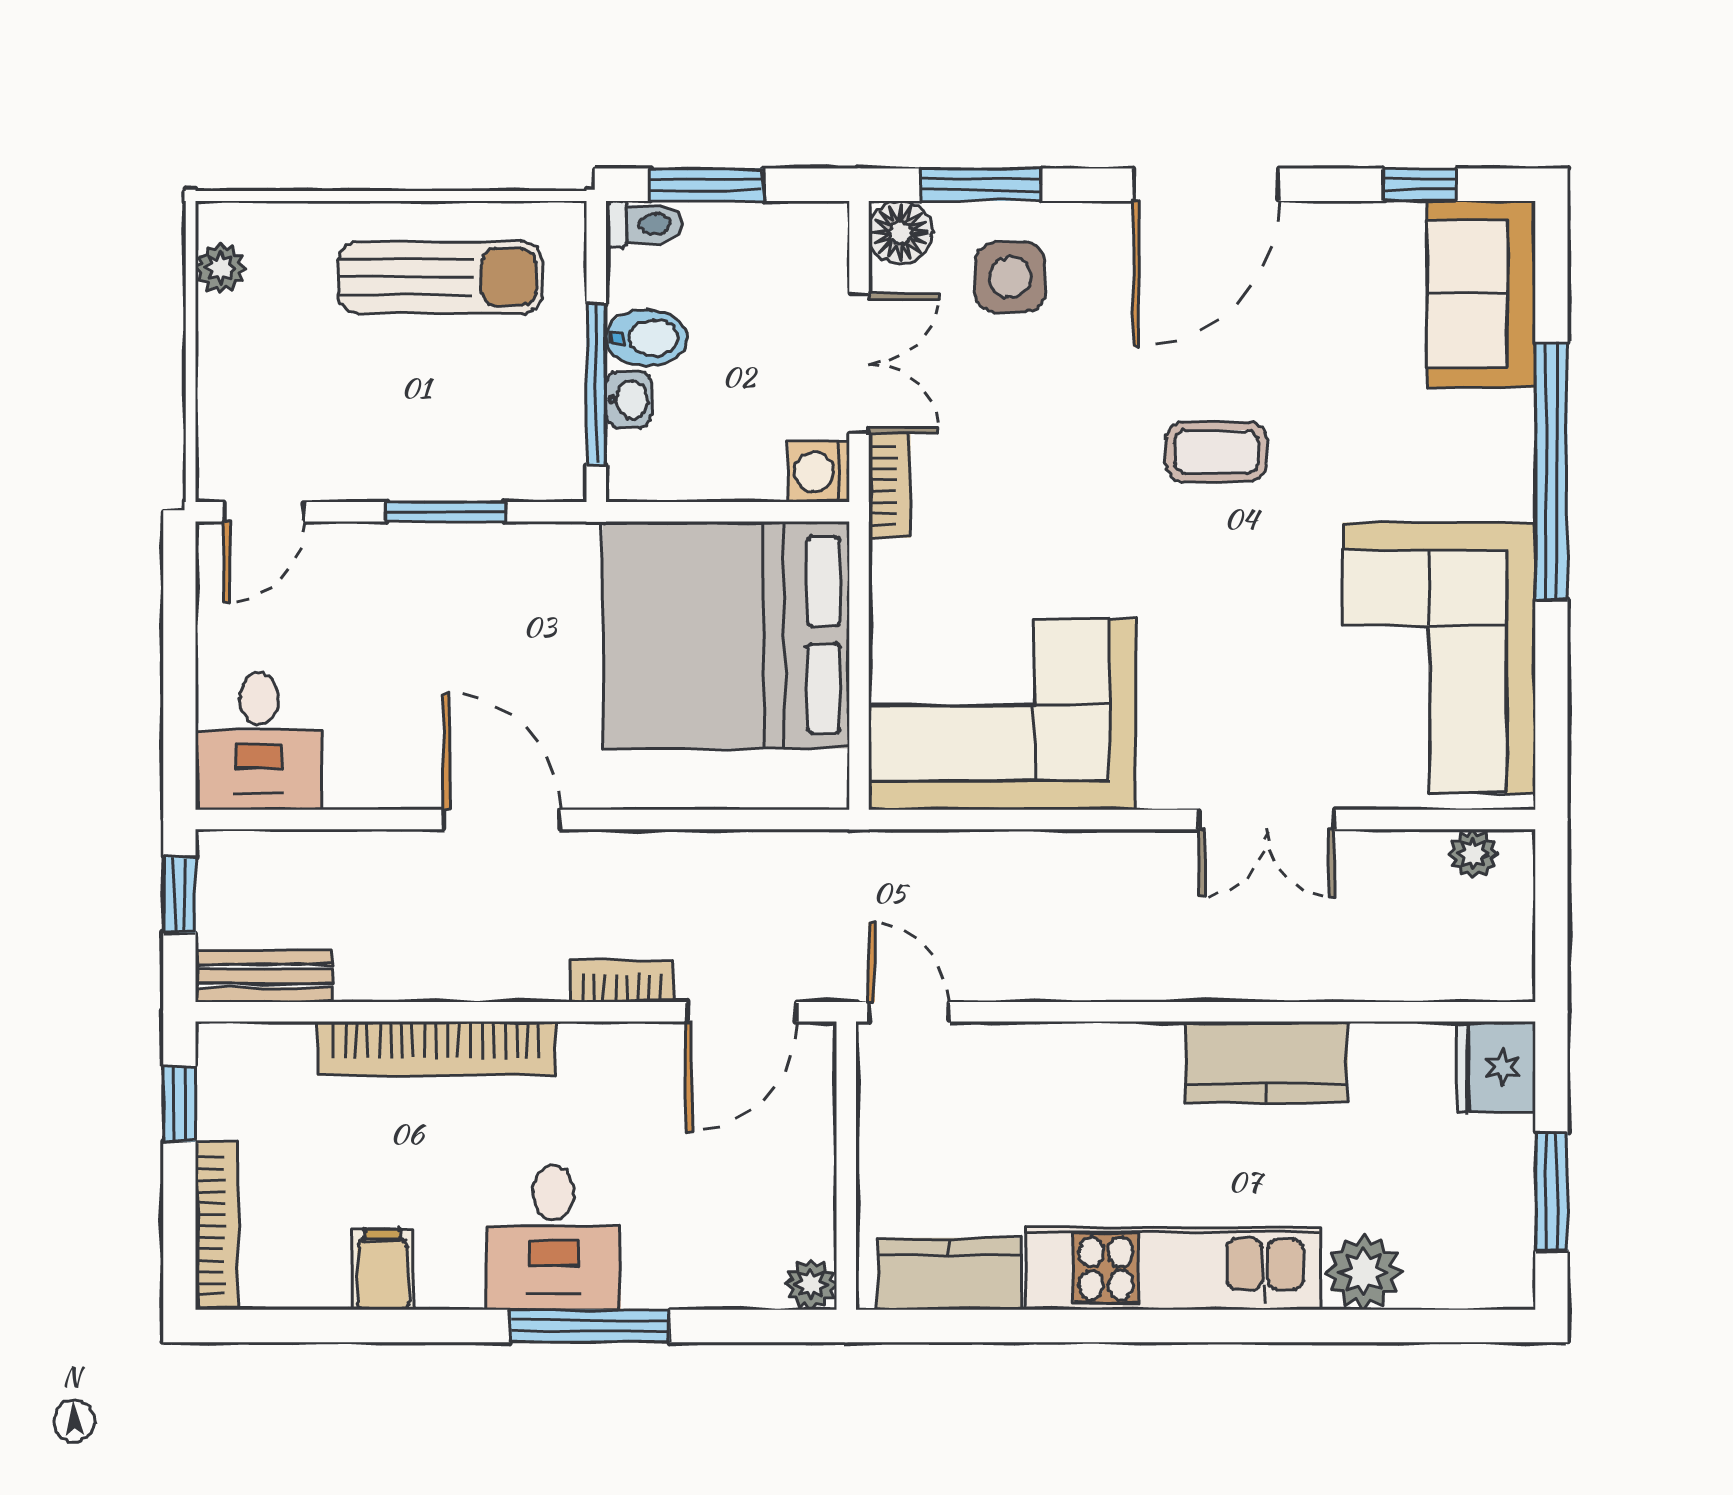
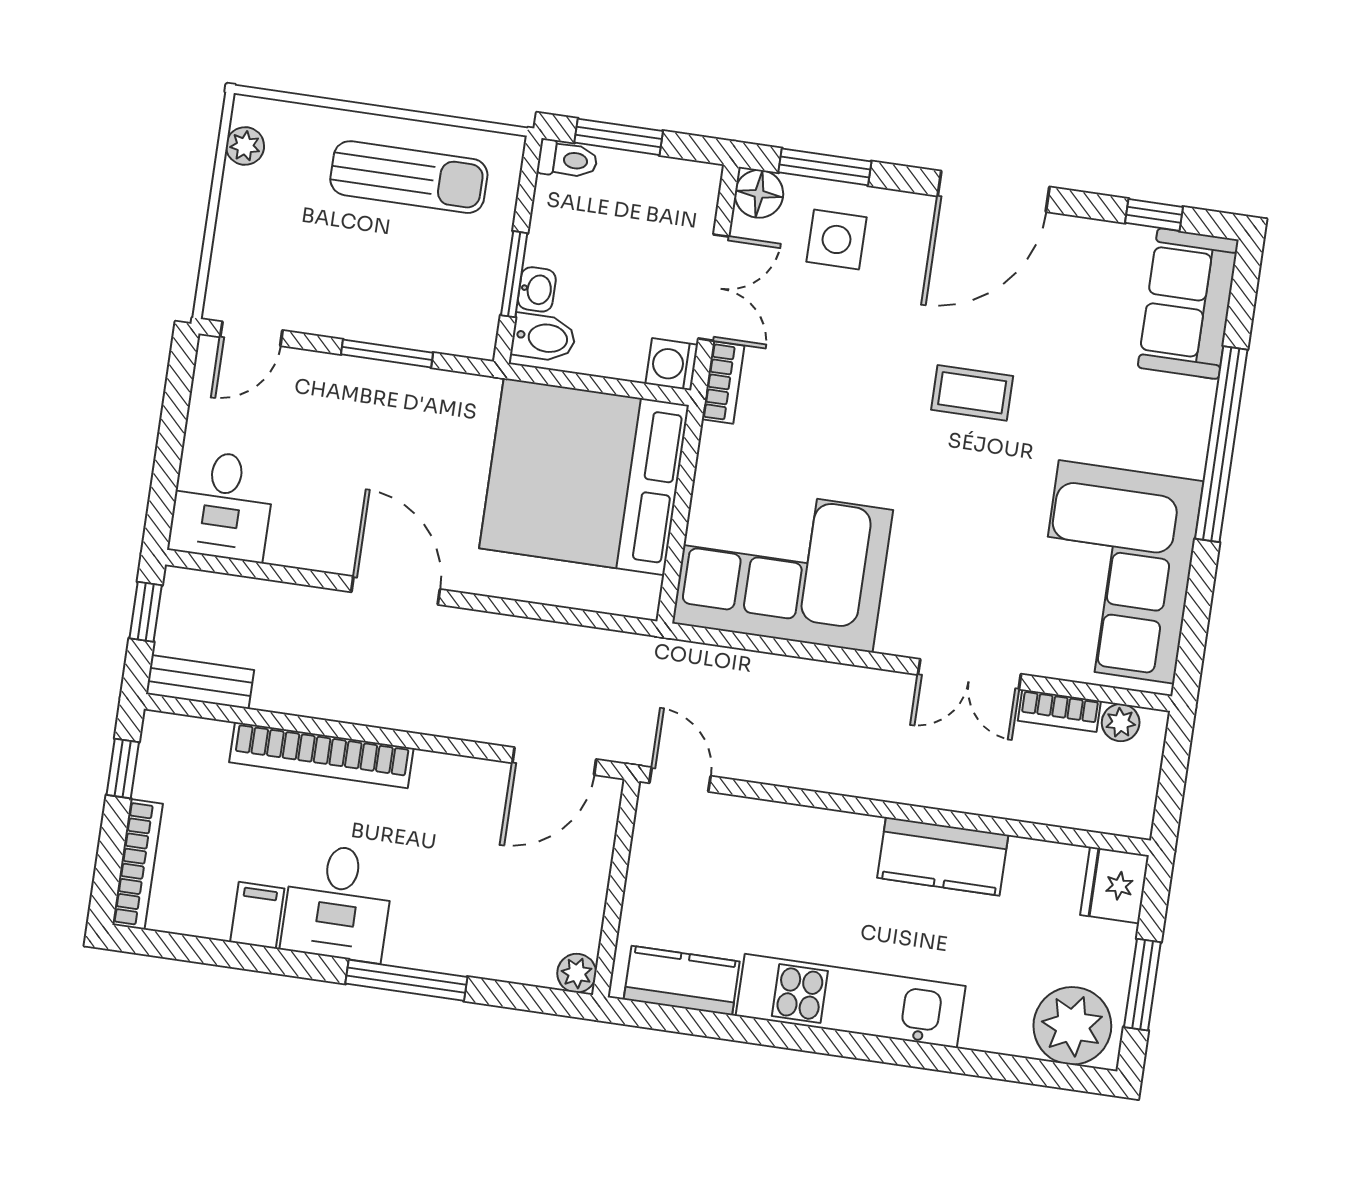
bidet: (647, 338) -> (544, 338), moved
window: (596, 384) -> (514, 274), width x0.69
bookcase: (622, 981) -> (1059, 711), moved, turned 180
desk: (553, 1237) -> (338, 902), moved
plant: (1364, 1272) -> (1072, 1026), moved, width x1.36, depth x1.36

